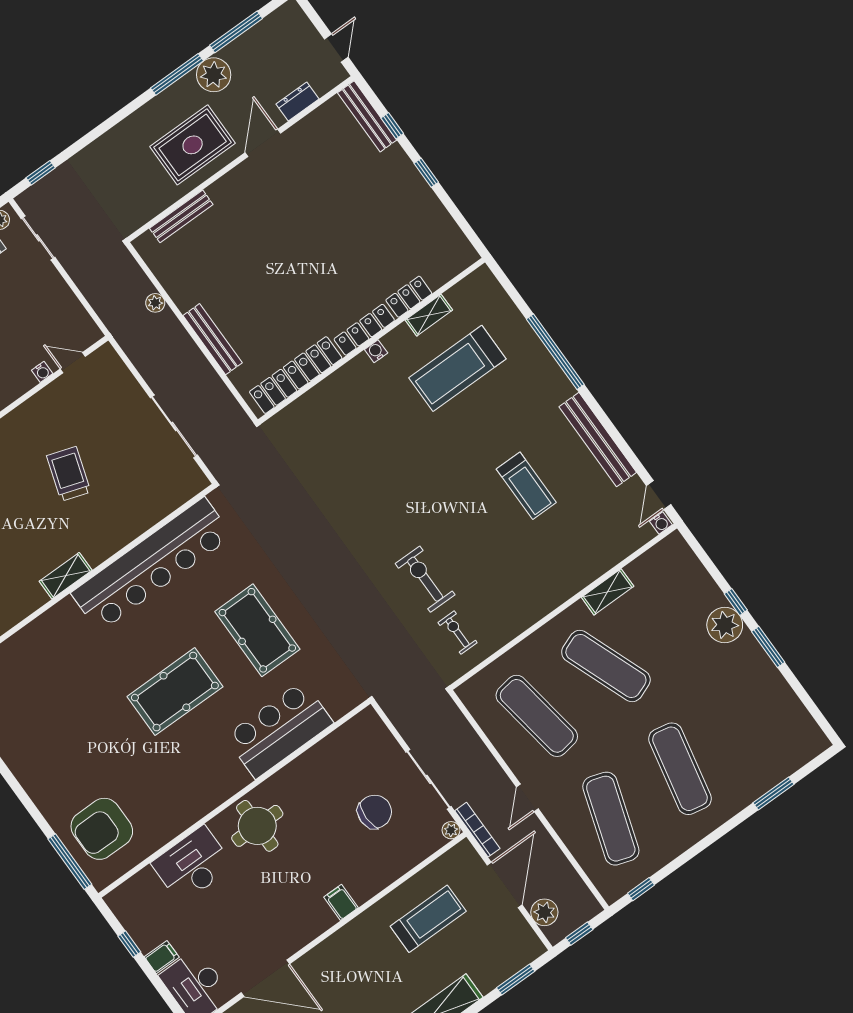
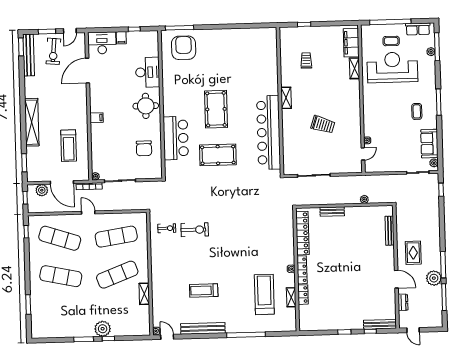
rug: (193, 145) -> (413, 253), width x0.73, depth x0.70
bench: (213, 339) -> (332, 212), width x0.73
chair: (375, 812) -> (144, 148), moved

